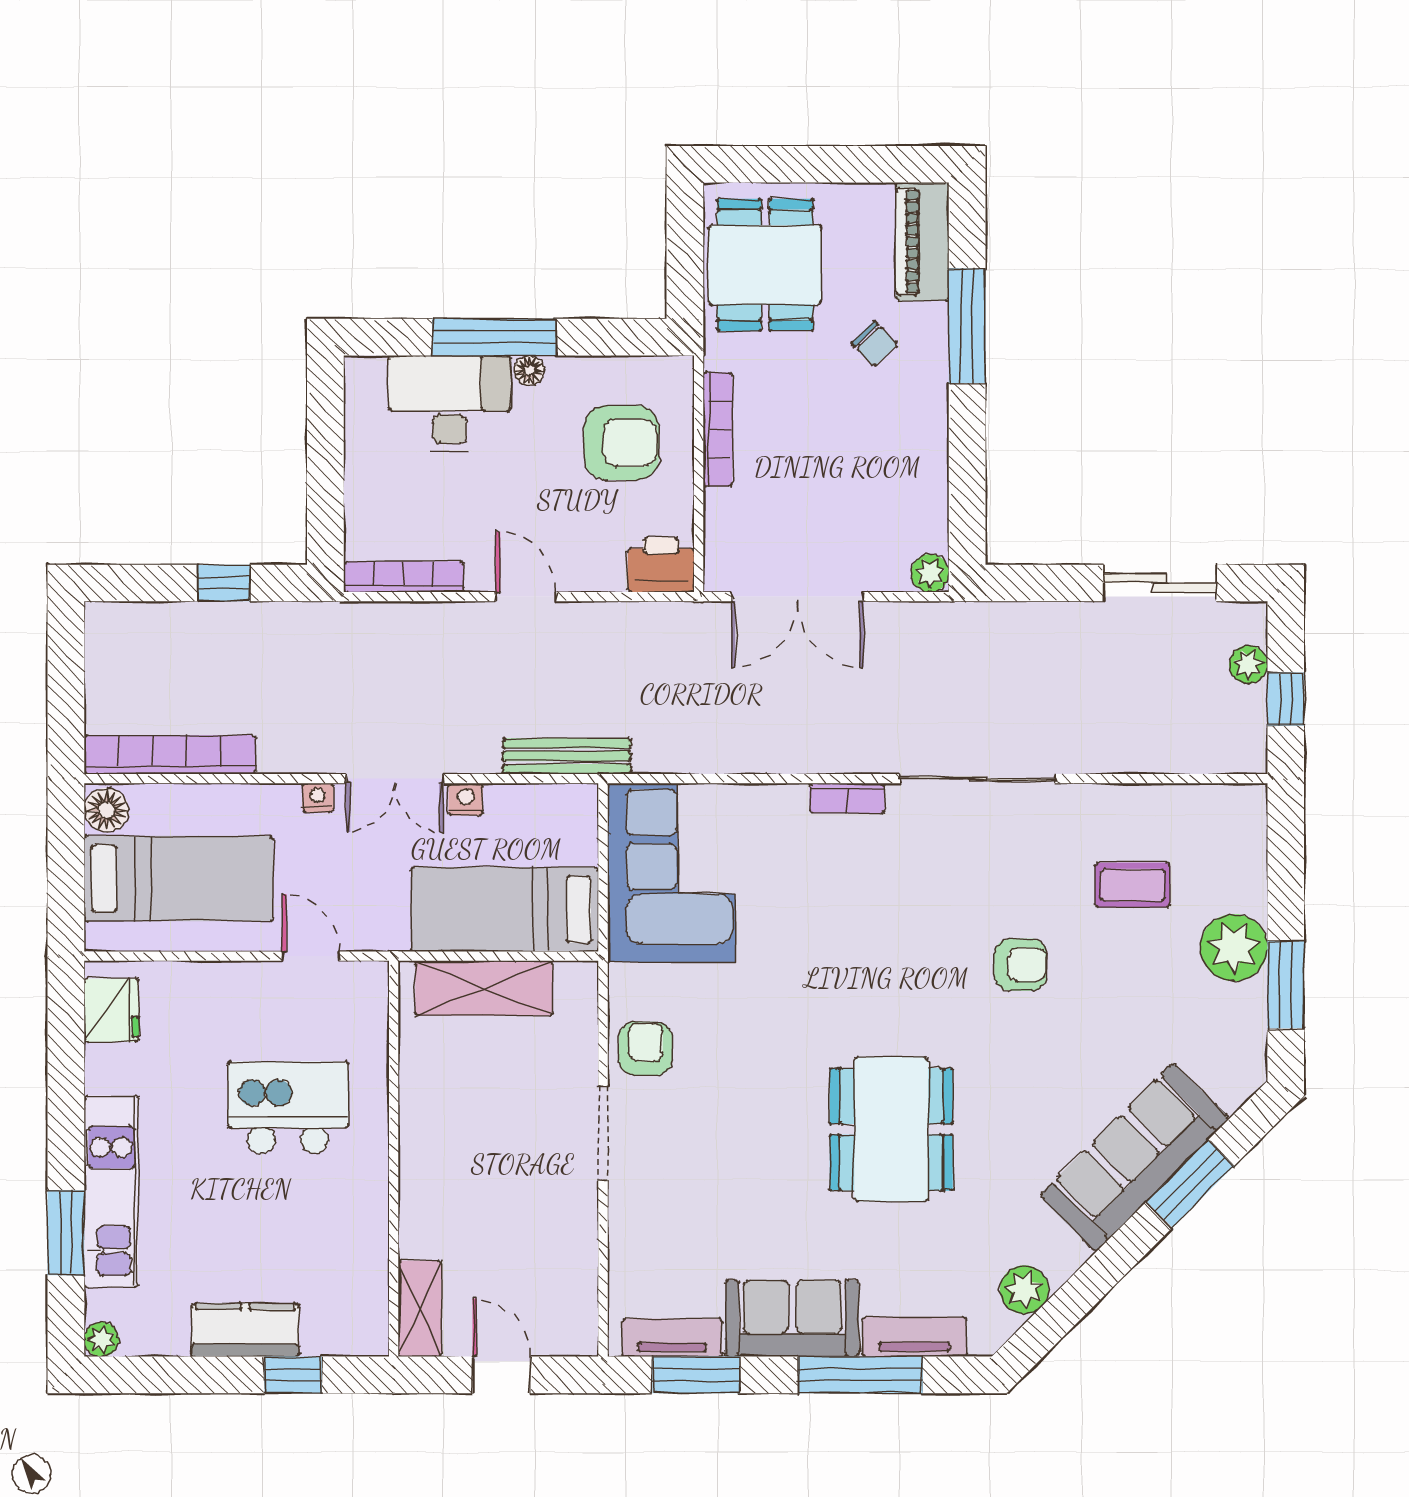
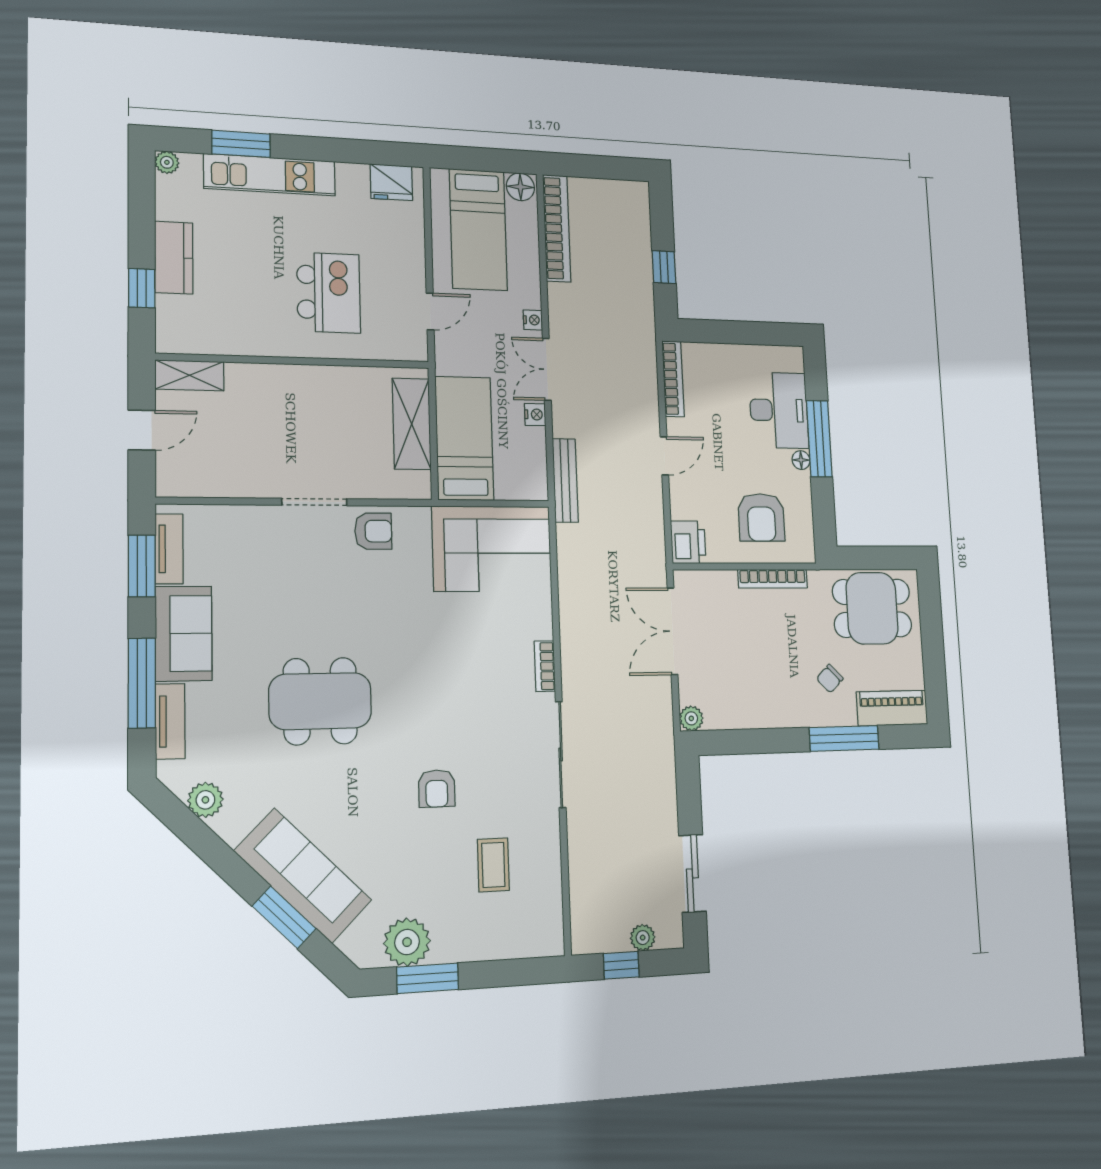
plant: (1234, 948) -> (407, 942), moved

